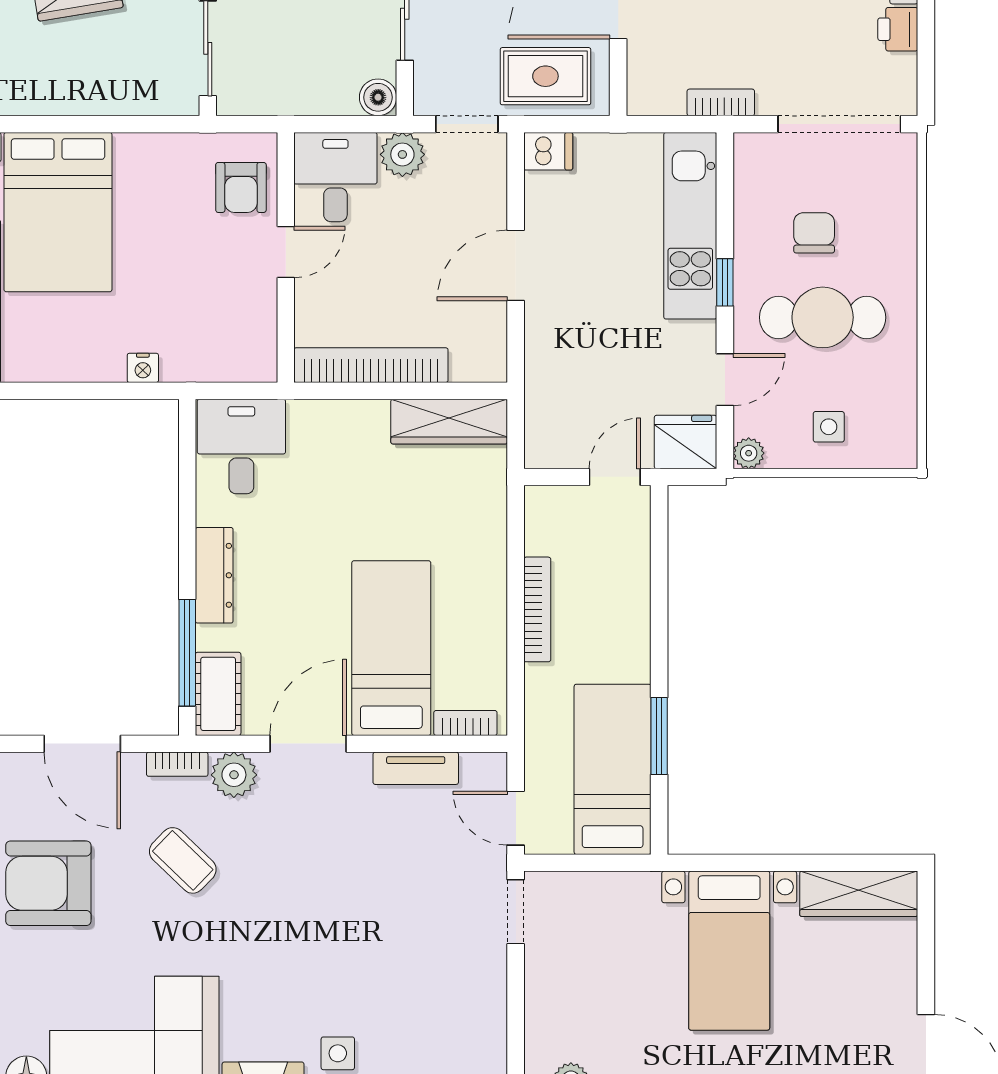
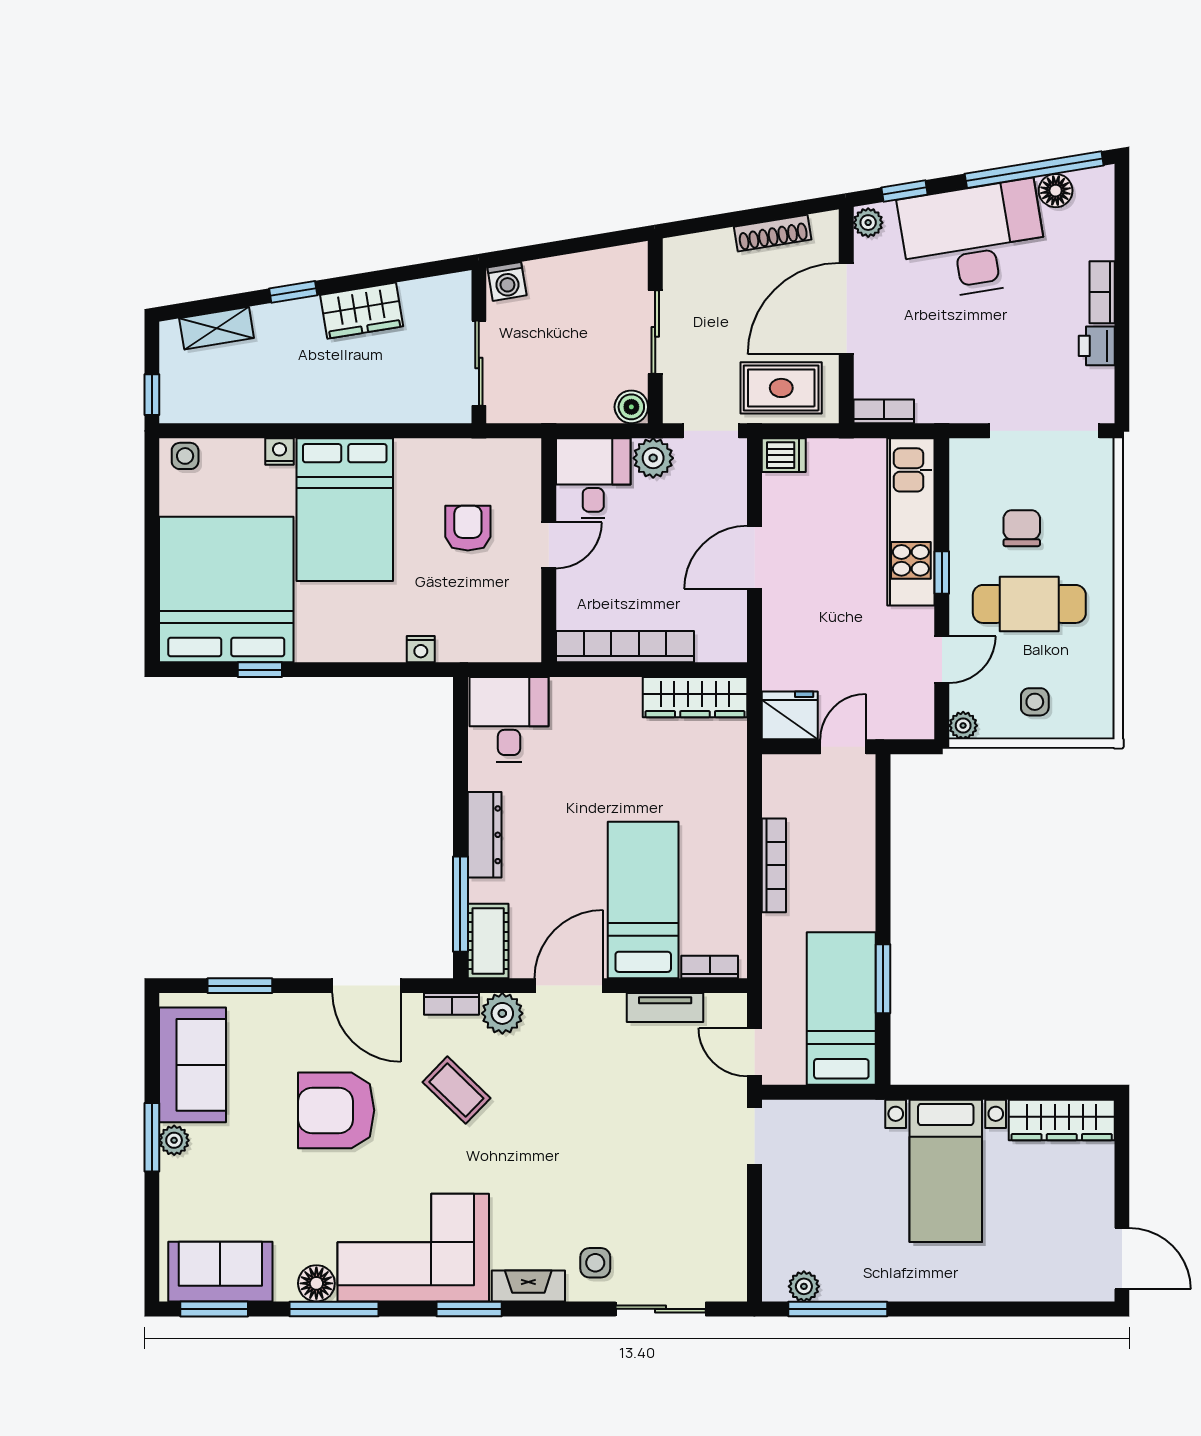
bookcase: (721, 102) -> (884, 411), moved
armchair: (241, 187) -> (468, 528), moved, turned 180
fridge: (686, 442) -> (790, 715), moved

